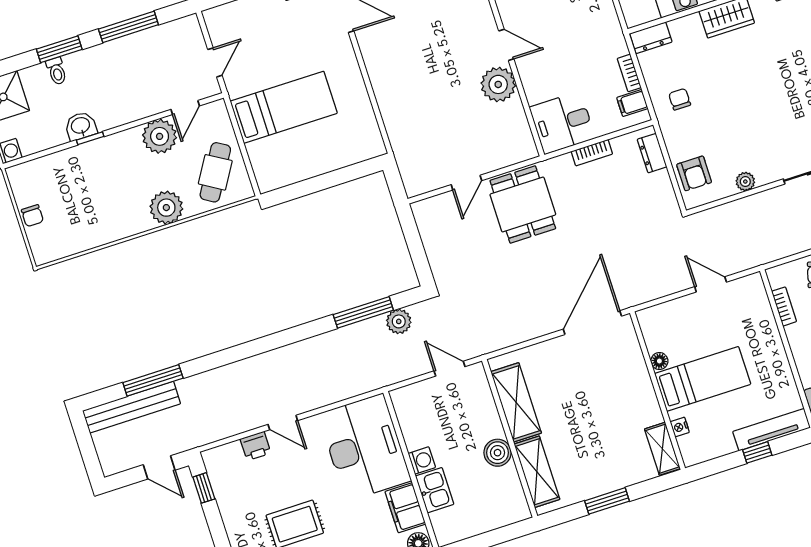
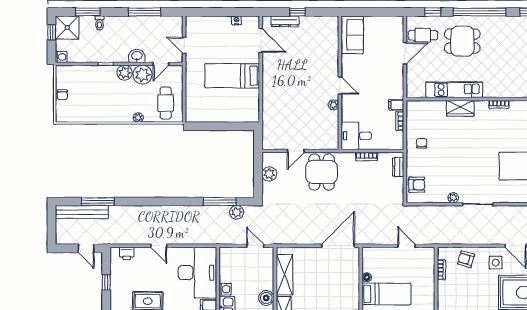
dresser: (651, 38) -> (417, 106), removed
window: (59, 49) -> (88, 12), moved
door: (215, 62) -> (184, 45), swing flipped
plant: (498, 84) -> (333, 105), width x0.53, depth x0.53
filing cabinet: (632, 103) -> (396, 105), moved
bed: (284, 107) -> (232, 76), moved, turned 180
washbasin: (81, 126) -> (137, 56), moved
plant: (127, 143) -> (124, 73), added
cafe table: (215, 172) -> (166, 103), turned -31
armchair: (694, 173) -> (417, 185), turned -90
plant: (745, 182) -> (453, 198), moved
plant: (166, 208) -> (138, 117), width x0.53, depth x0.53
plant: (434, 237) -> (269, 174), added
printer: (256, 446) -> (127, 253), moved
window: (204, 488) -> (106, 282), moved

